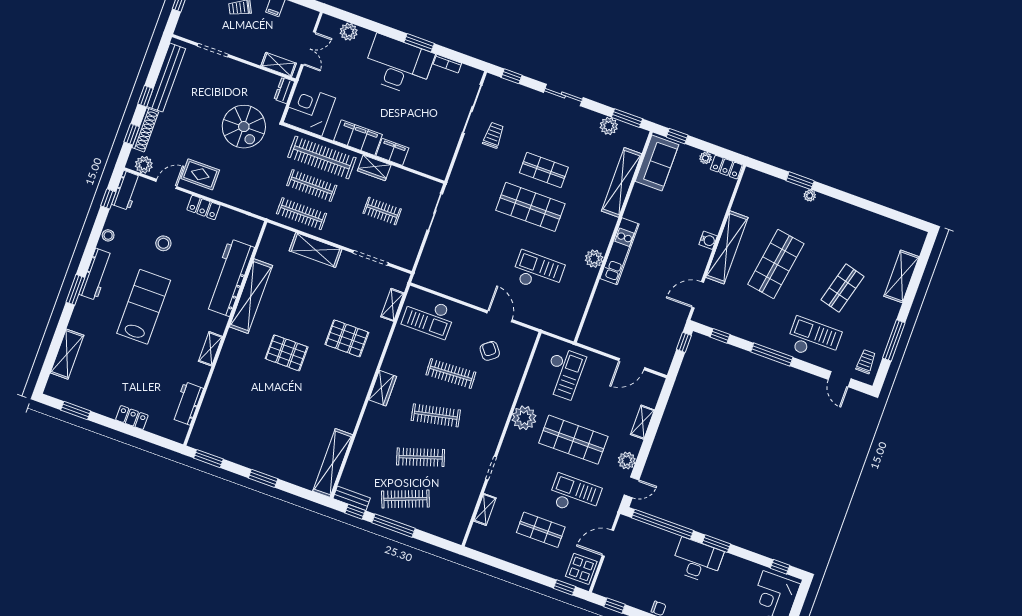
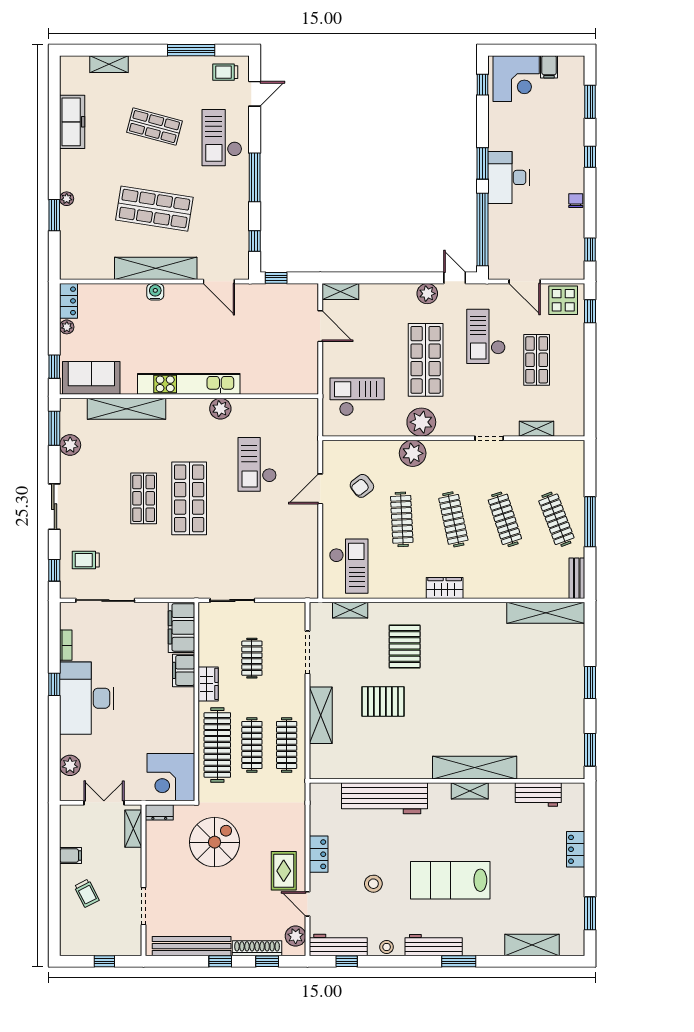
window: (419, 43) -> (54, 684), width x0.67
trolley: (493, 135) -> (86, 560), moved
filing cabinet: (358, 138) -> (181, 627), moved
workbench: (126, 190) -> (338, 945), width x1.38
freezer: (871, 223) -> (72, 122), added
kitchen unit: (619, 251) -> (189, 384), width x1.36
shelving: (901, 276) -> (109, 64), width x0.67, depth x0.75
shelving: (251, 296) -> (475, 768), moved
pallet: (287, 353) -> (383, 701), moved, turned 90
plant: (501, 402) -> (413, 453), added
shelving: (642, 422) -> (340, 292), moved
window: (355, 512) -> (590, 569), removed

